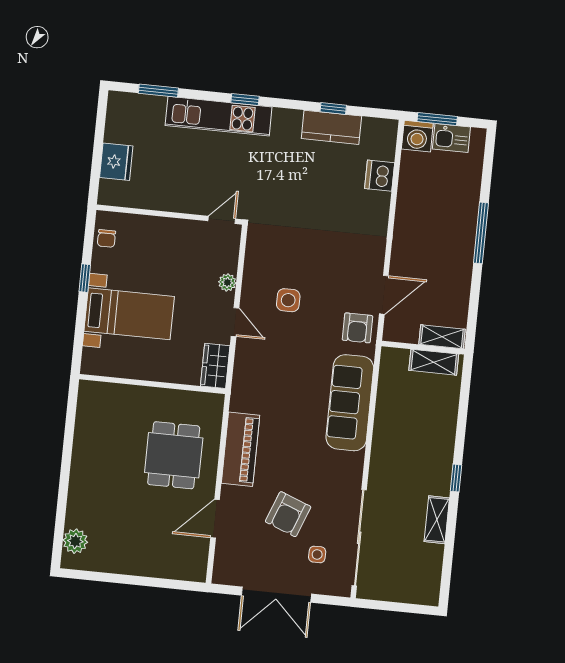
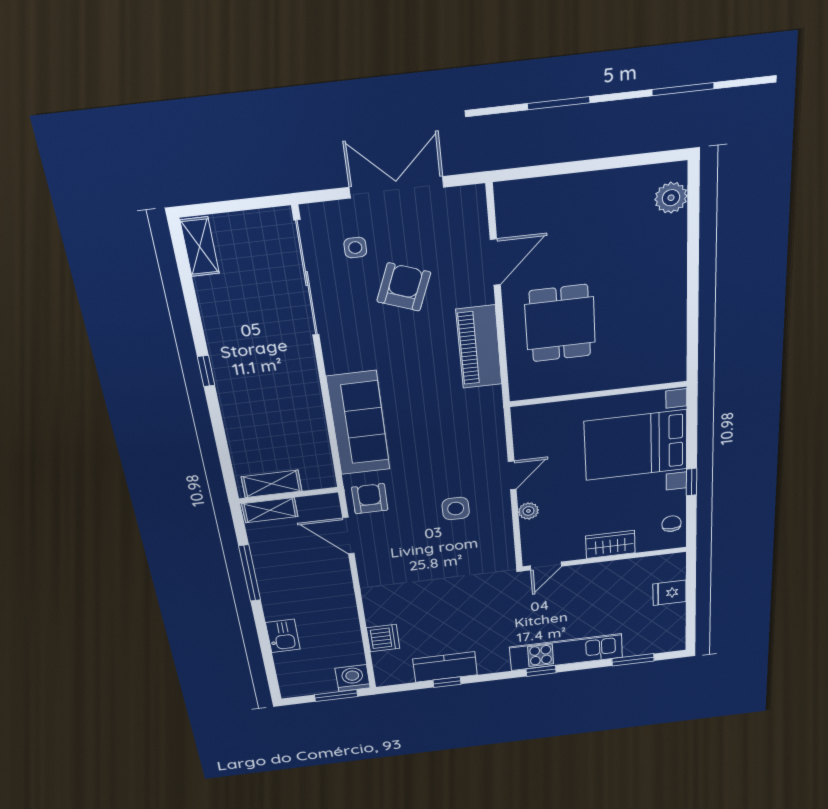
kitchen sink: (451, 138) -> (283, 636), moved, turned 90
fridge: (116, 162) -> (669, 593), width x0.72
window: (481, 233) -> (250, 573), moved
door: (384, 295) -> (348, 536), hinge flipped
bed with nightstands: (129, 314) -> (636, 445), width x1.36
door: (235, 322) -> (512, 475), swing flipped
wardrobe: (215, 366) -> (610, 544), moved, turned -90
shelving: (437, 520) -> (200, 247), moved

